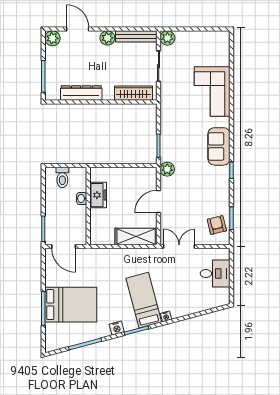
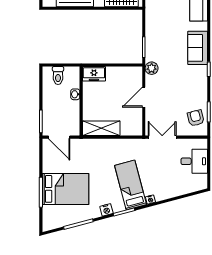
freezer: (98, 195) -> (94, 74), moved, turned 90
shelving: (136, 237) -> (101, 128), moved

